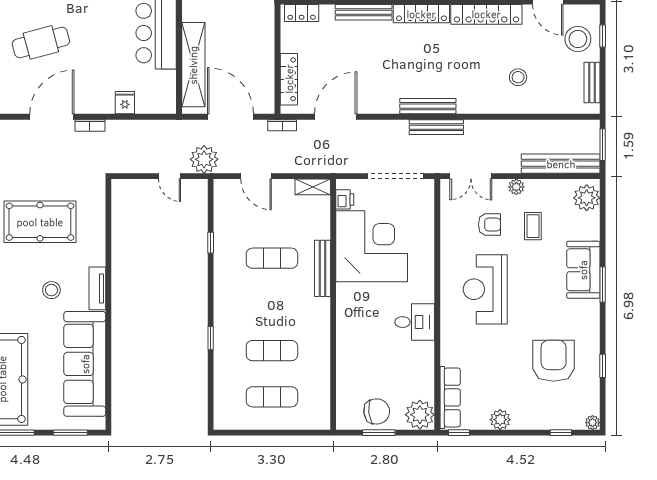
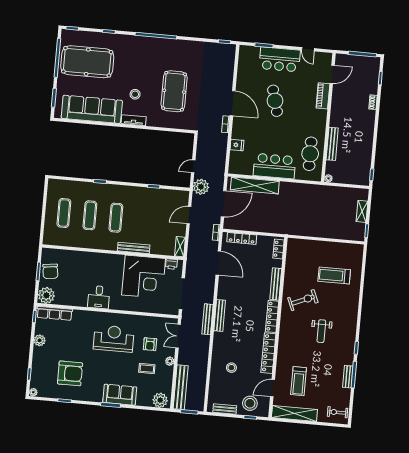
exercise mat: (272, 258) -> (116, 218), moved

